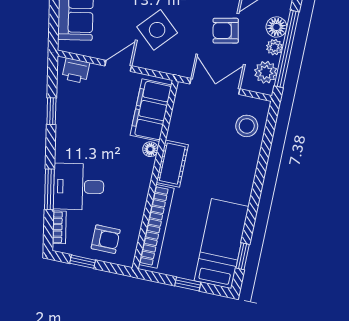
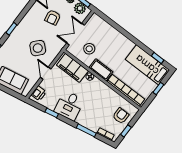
stool: (247, 126) -> (89, 49), moved
desk: (79, 187) -> (69, 105), moved

